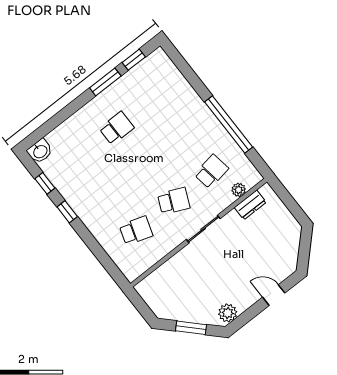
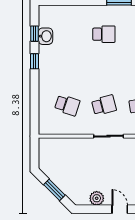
washbasin: (40, 151) -> (45, 36), moved, turned -90
school desk: (174, 201) -> (104, 105), turned -39
plant: (228, 313) -> (97, 198), moved

